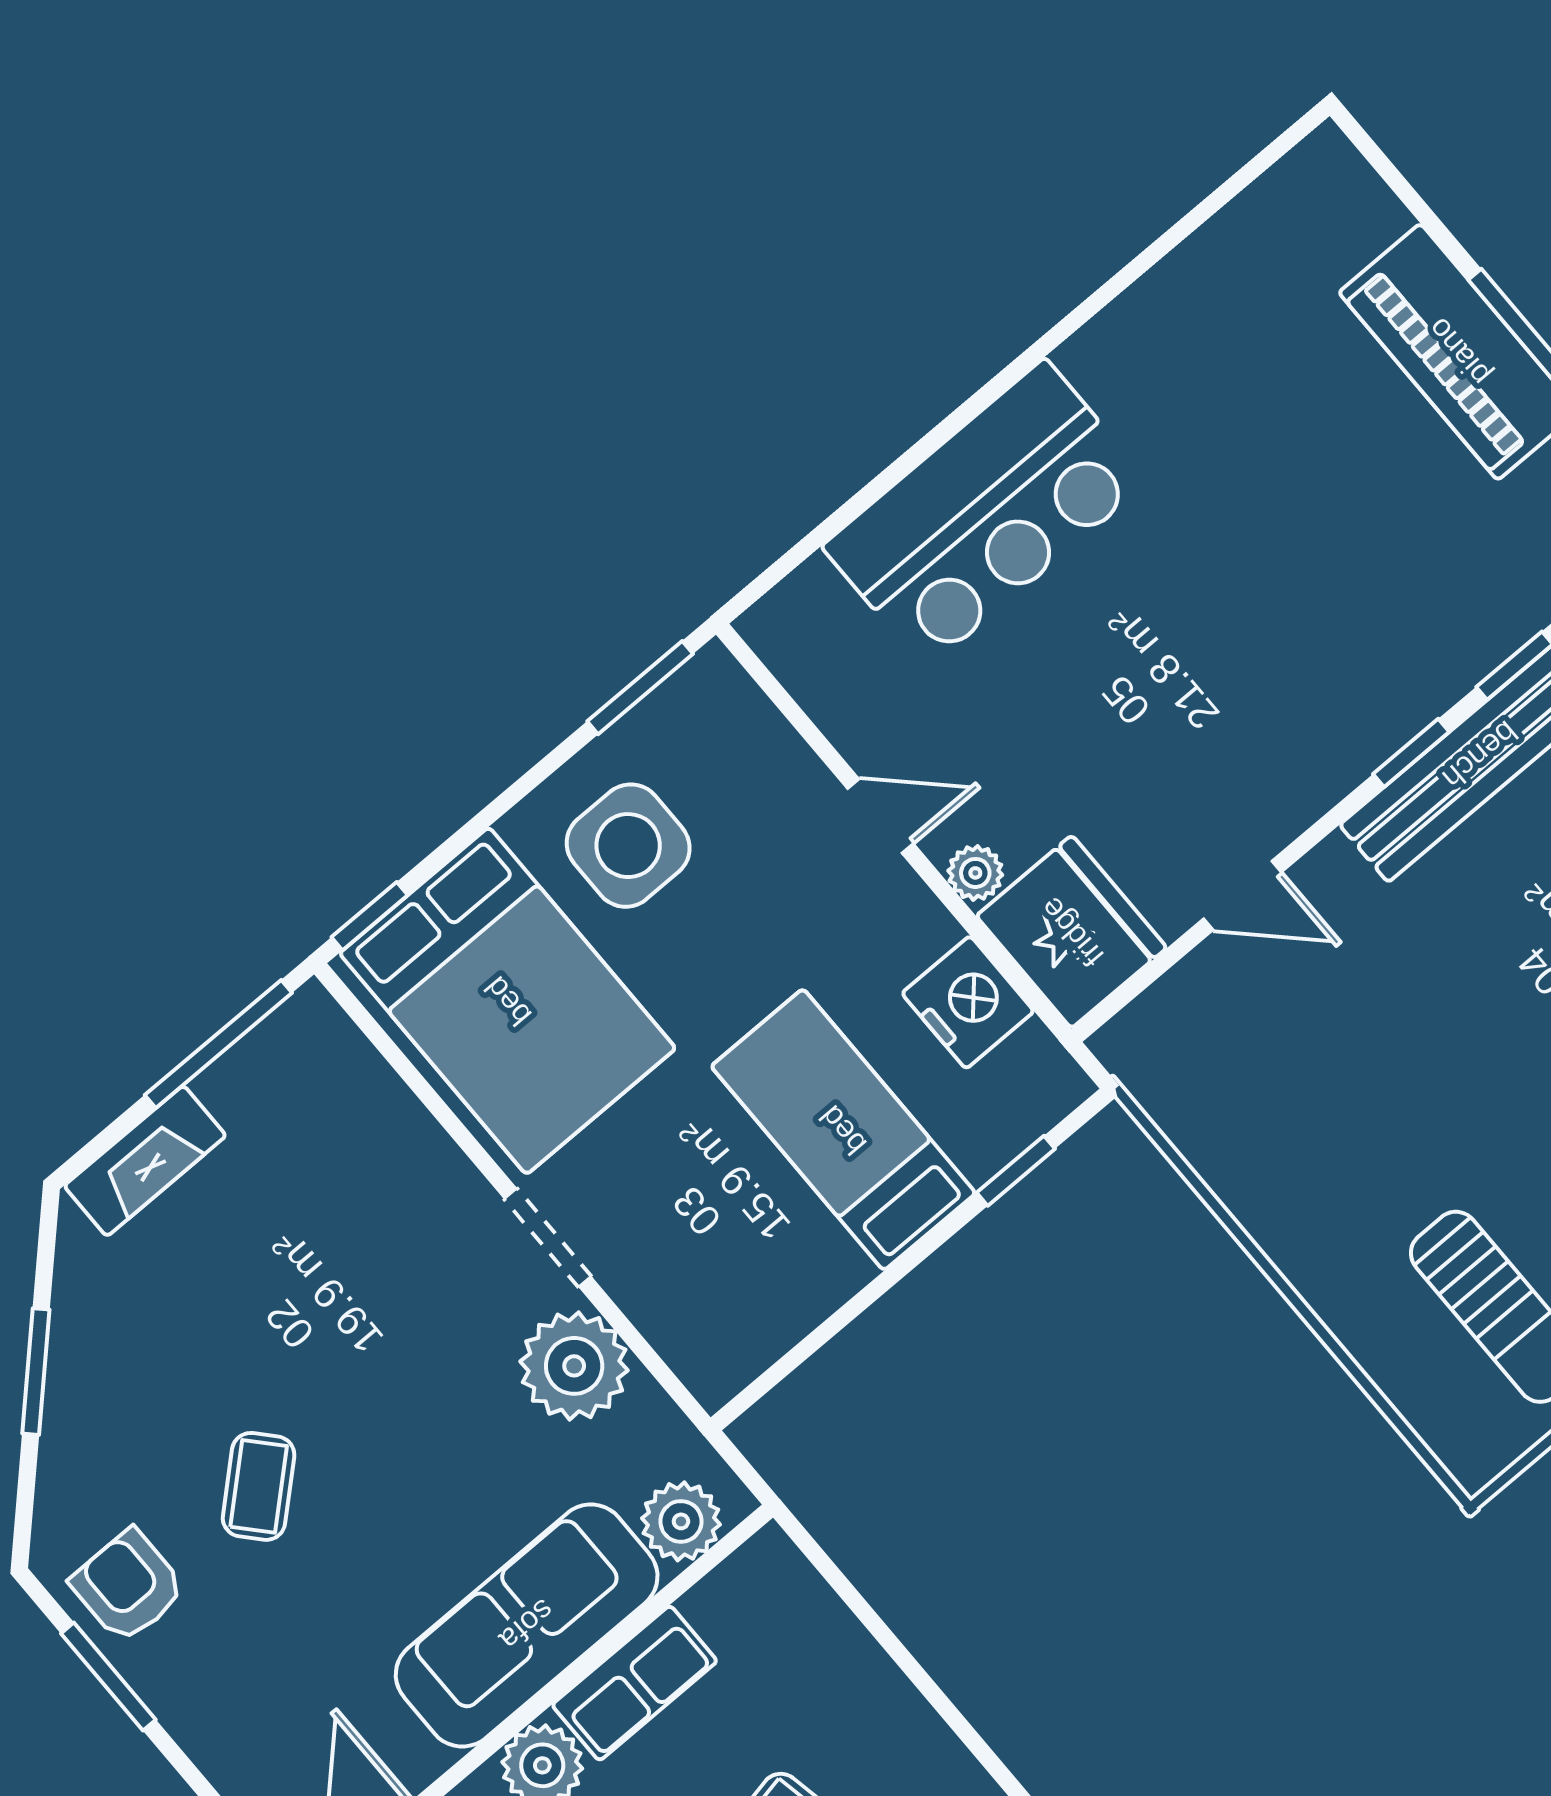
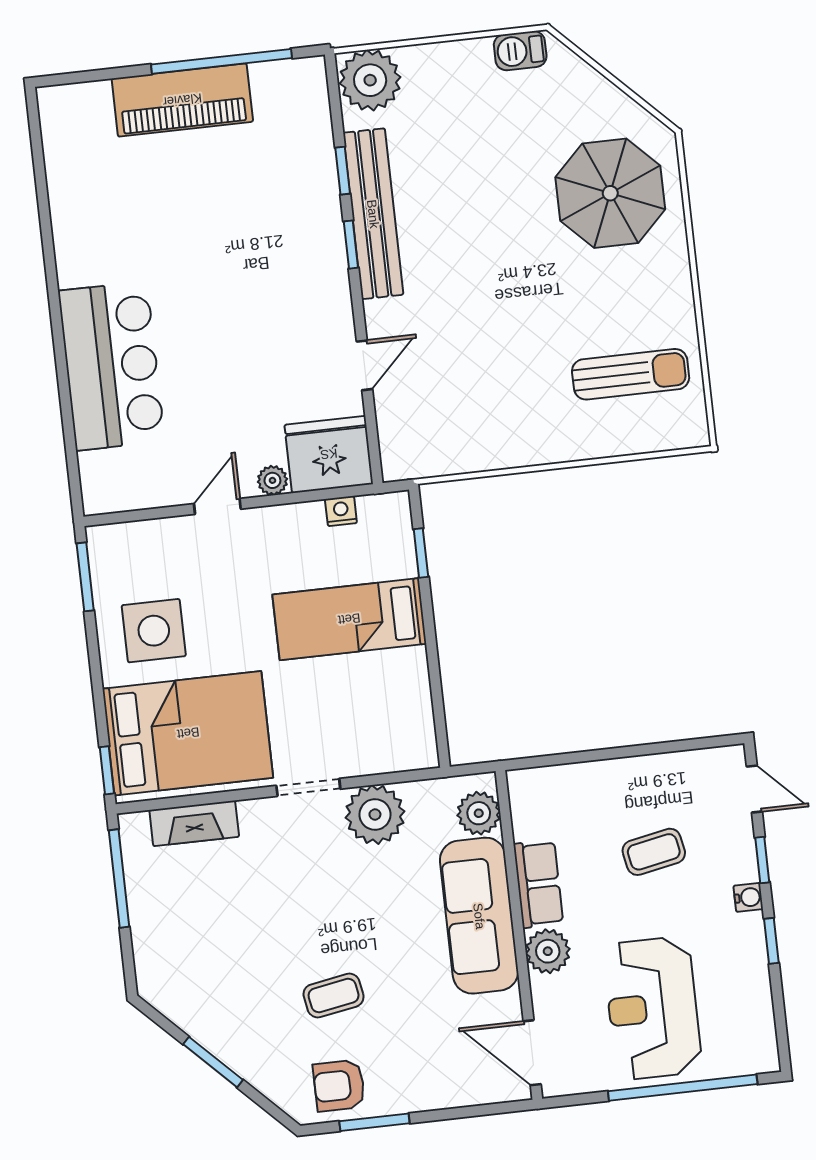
nightstand: (968, 1002) -> (341, 511), width x0.53, depth x0.56
fireplace: (145, 1161) -> (194, 823), moved, turned 90
coffee table: (259, 1486) -> (334, 996), turned -58

